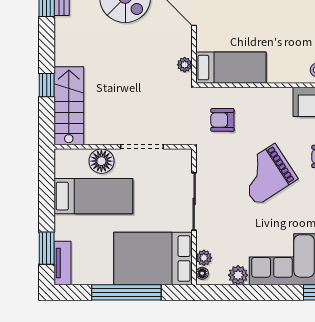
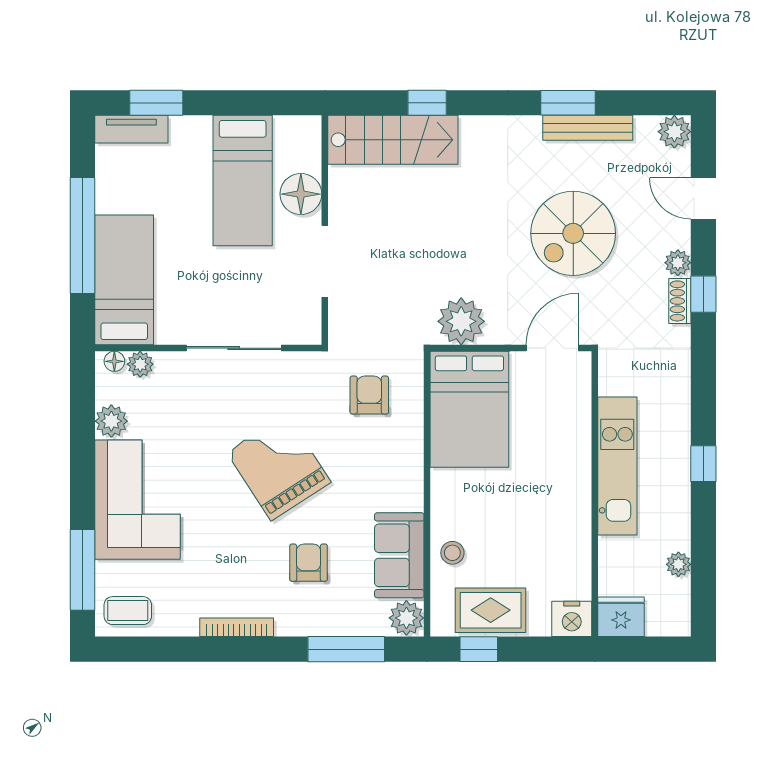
plant: (185, 65) -> (461, 321), width x1.88, depth x1.88
bed: (231, 68) -> (469, 409), width x1.50
bed: (153, 259) -> (124, 280), width x0.67

